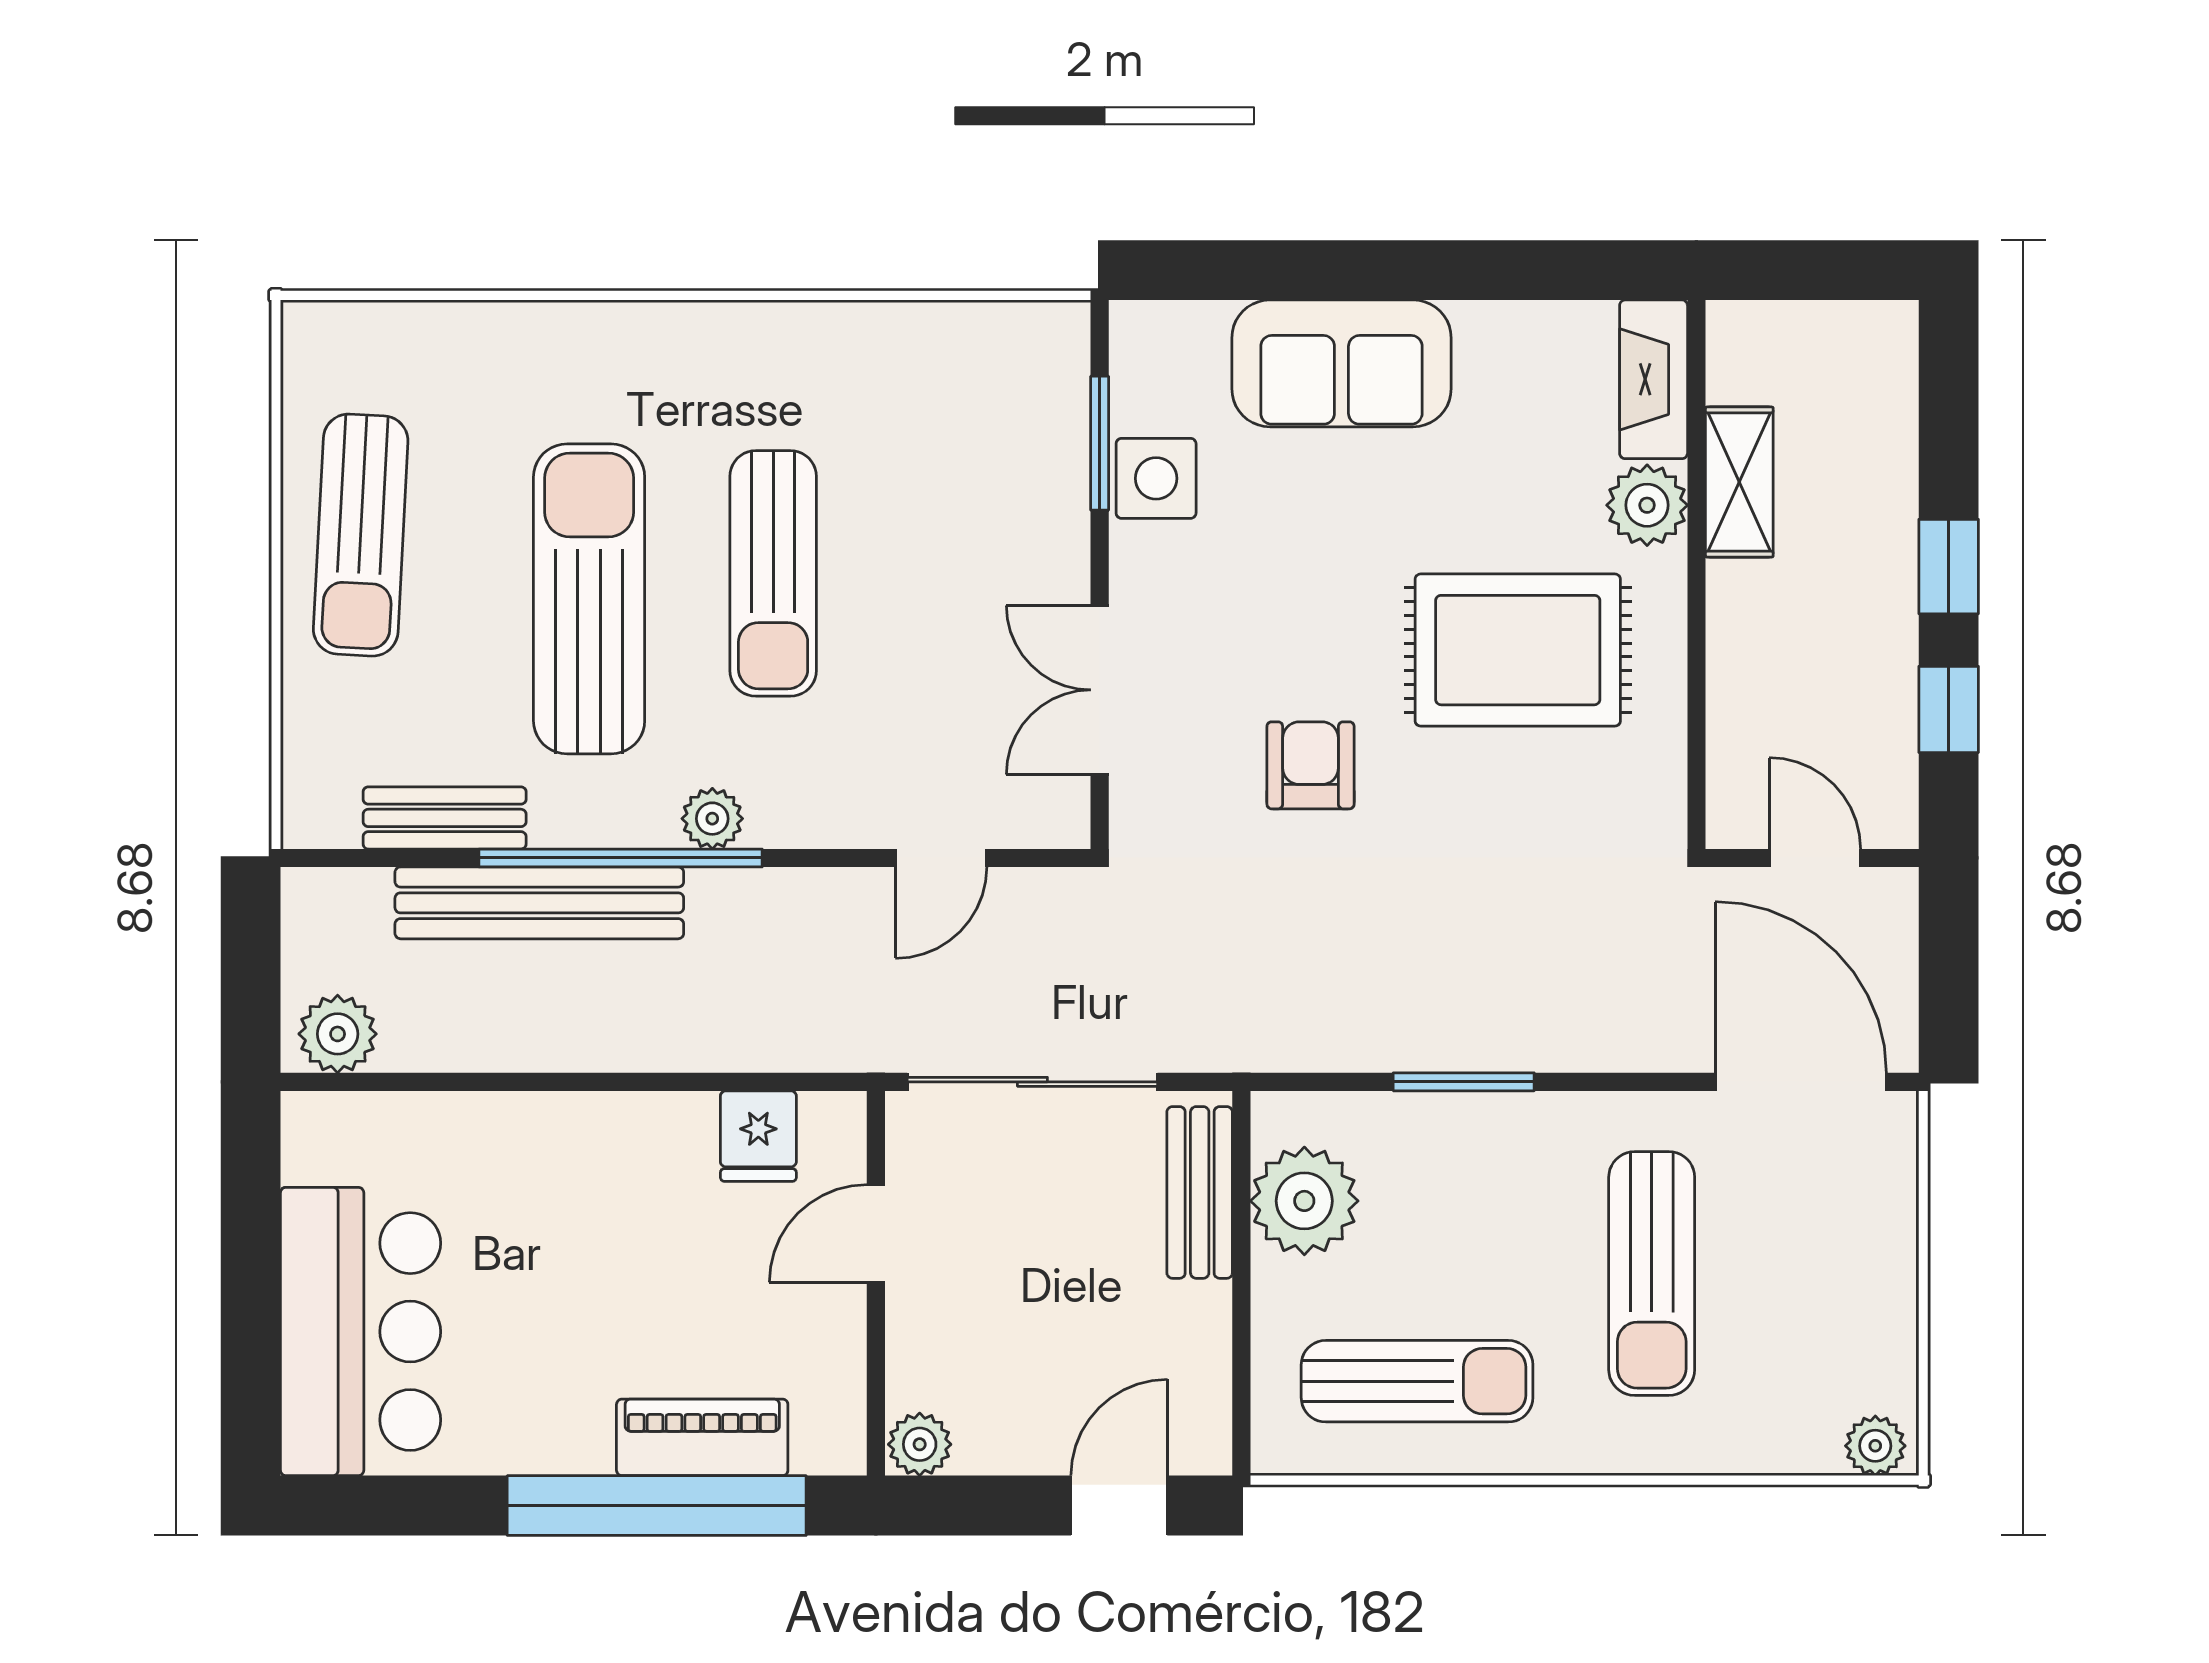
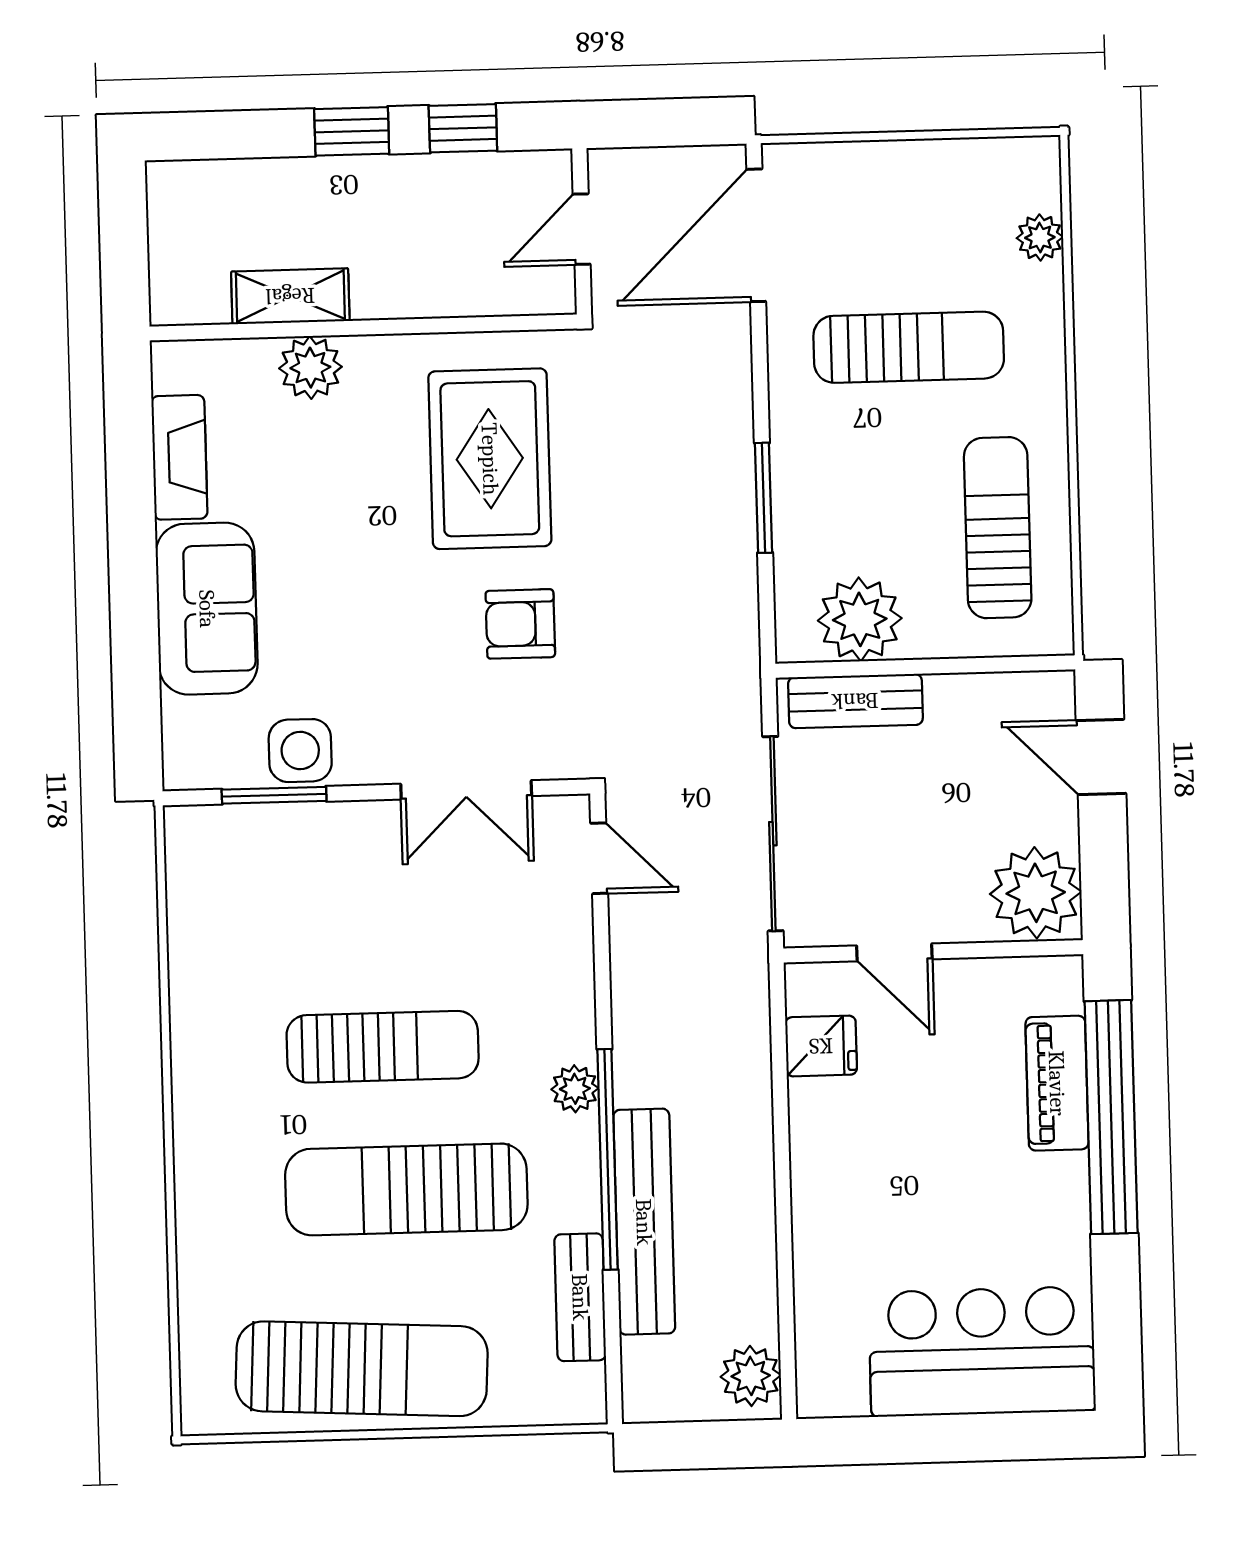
fireplace: (1654, 379) -> (179, 457), moved, turned -90
sun lounger: (361, 535) -> (362, 1369), width x1.36, depth x1.34
rug: (1518, 650) -> (490, 459), moved
door: (941, 858) -> (599, 858), moved
plant: (920, 1444) -> (1036, 893), width x1.87, depth x1.87
plant: (1875, 1446) -> (1040, 237), moved

